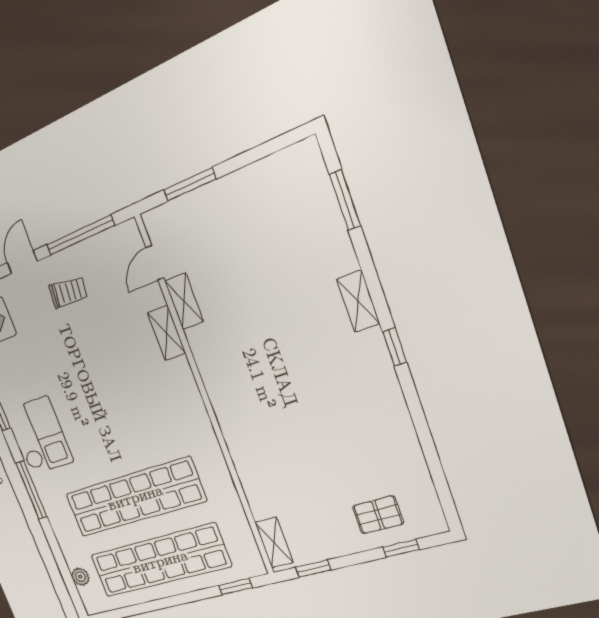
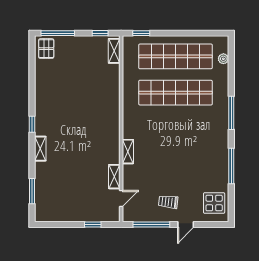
window: (190, 184) -> (93, 224), width x0.67
shelving: (166, 333) -> (128, 152), moved
checkout: (40, 436) -> (214, 139), removed
pallet: (378, 515) -> (46, 49), moved, turned 90
window: (401, 548) -> (58, 33), width x2.17

